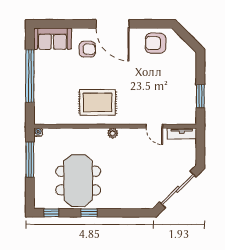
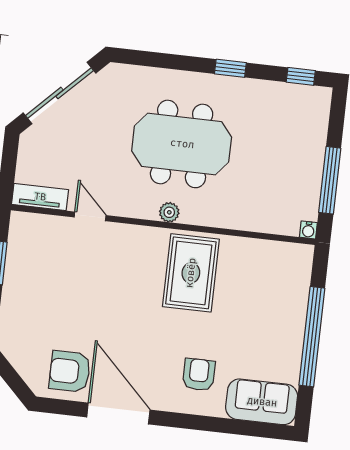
door: (112, 24) -> (118, 413), moved
armchair: (156, 43) -> (70, 371), turned 180
armchair: (87, 49) -> (199, 375), turned 90
rug: (98, 102) -> (191, 273), turned 90
meeting table: (78, 181) -> (182, 144), moved, turned 90

